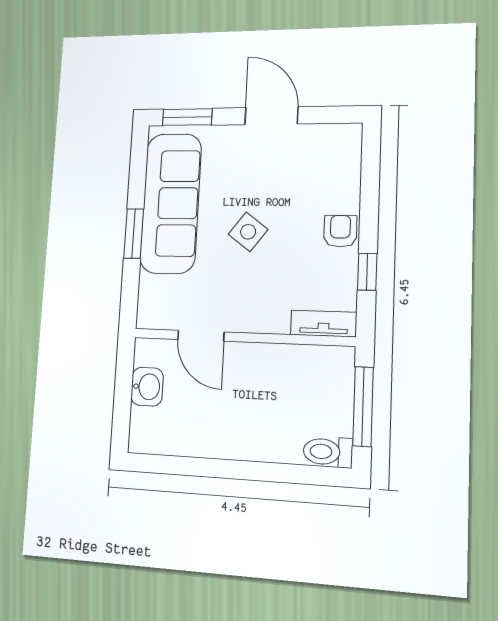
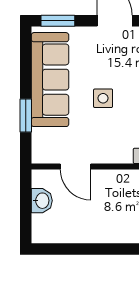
side table: (248, 232) -> (103, 98), turned -37
window: (134, 234) -> (26, 116), moved

